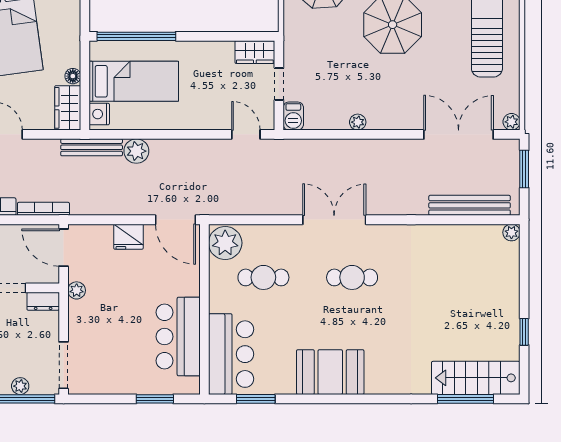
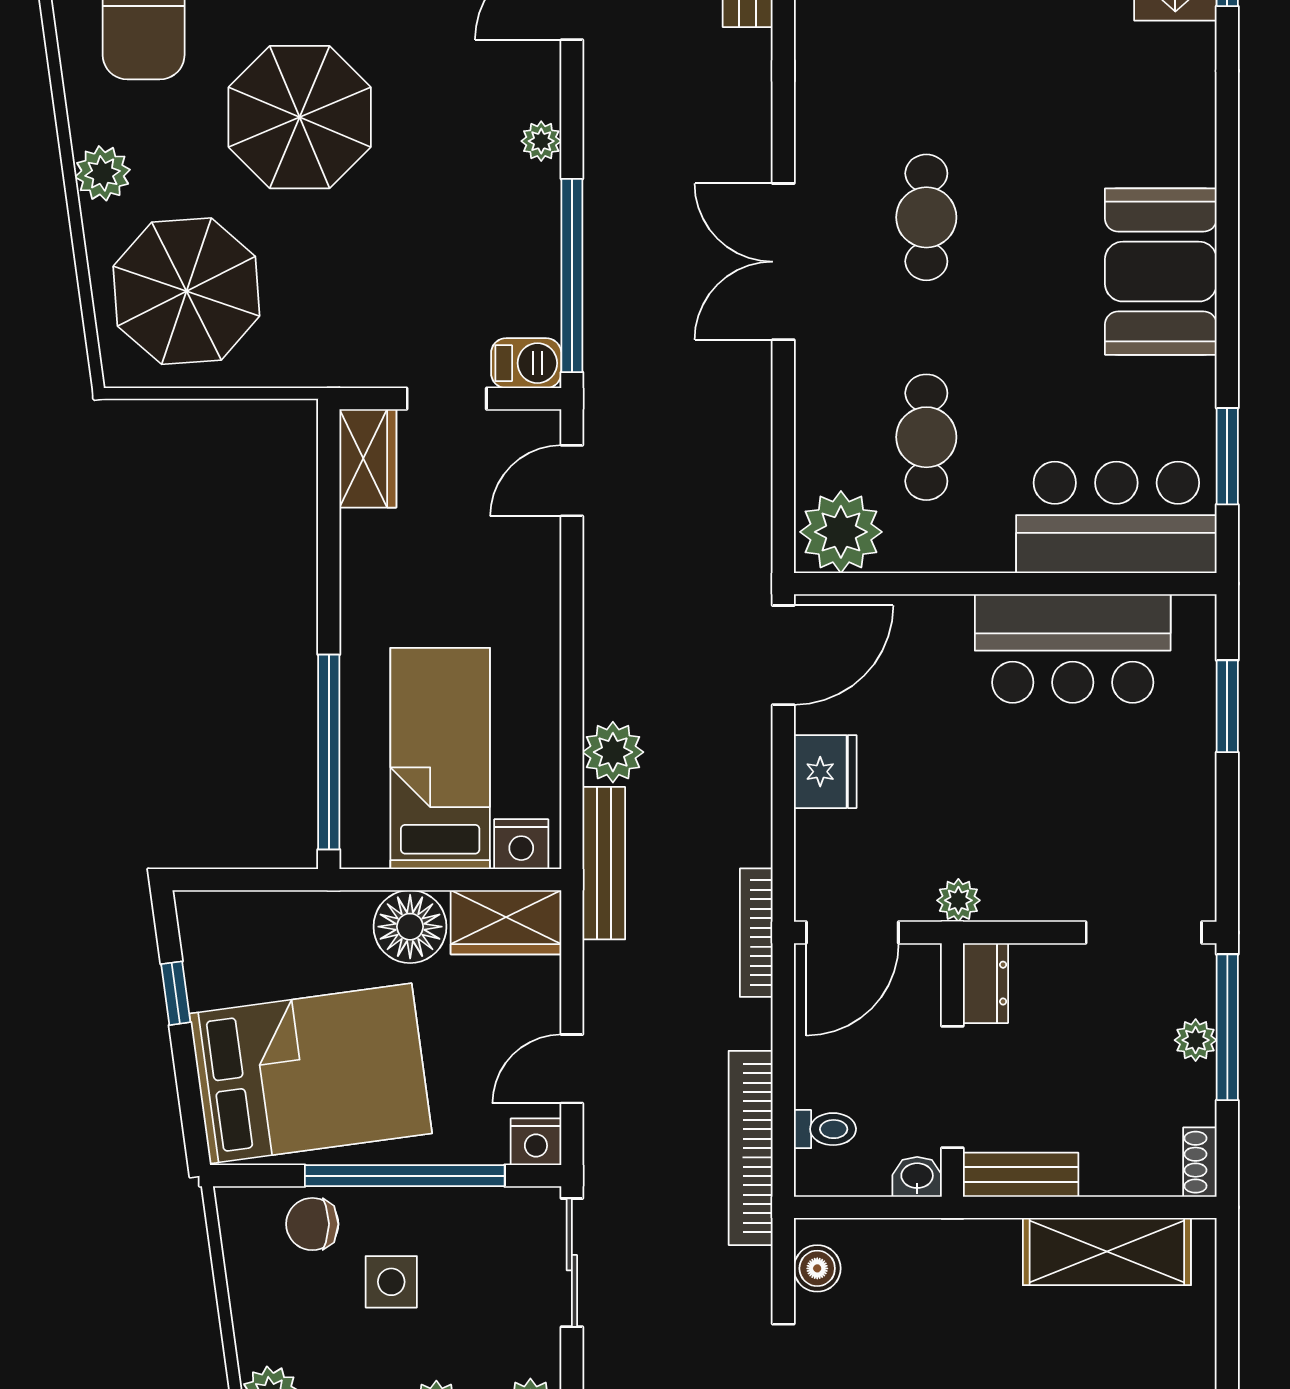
floor lamp: (73, 76) -> (410, 927), width x1.89, depth x1.89
plant: (358, 122) -> (541, 141), moved
window: (329, 134) -> (572, 276), added
bookcase: (43, 209) -> (756, 933), moved

